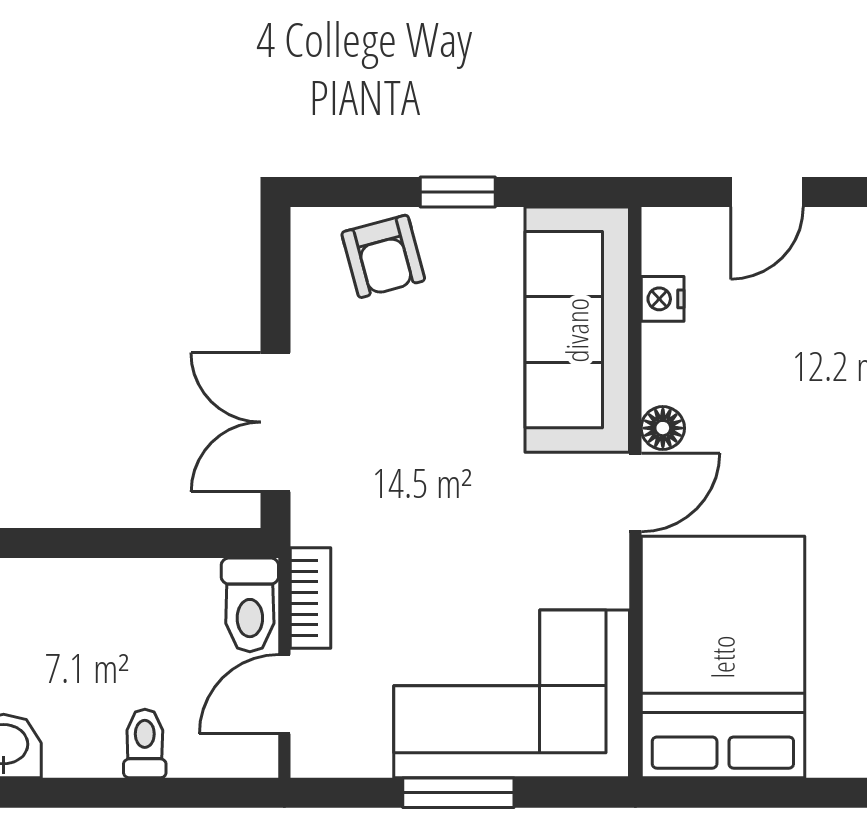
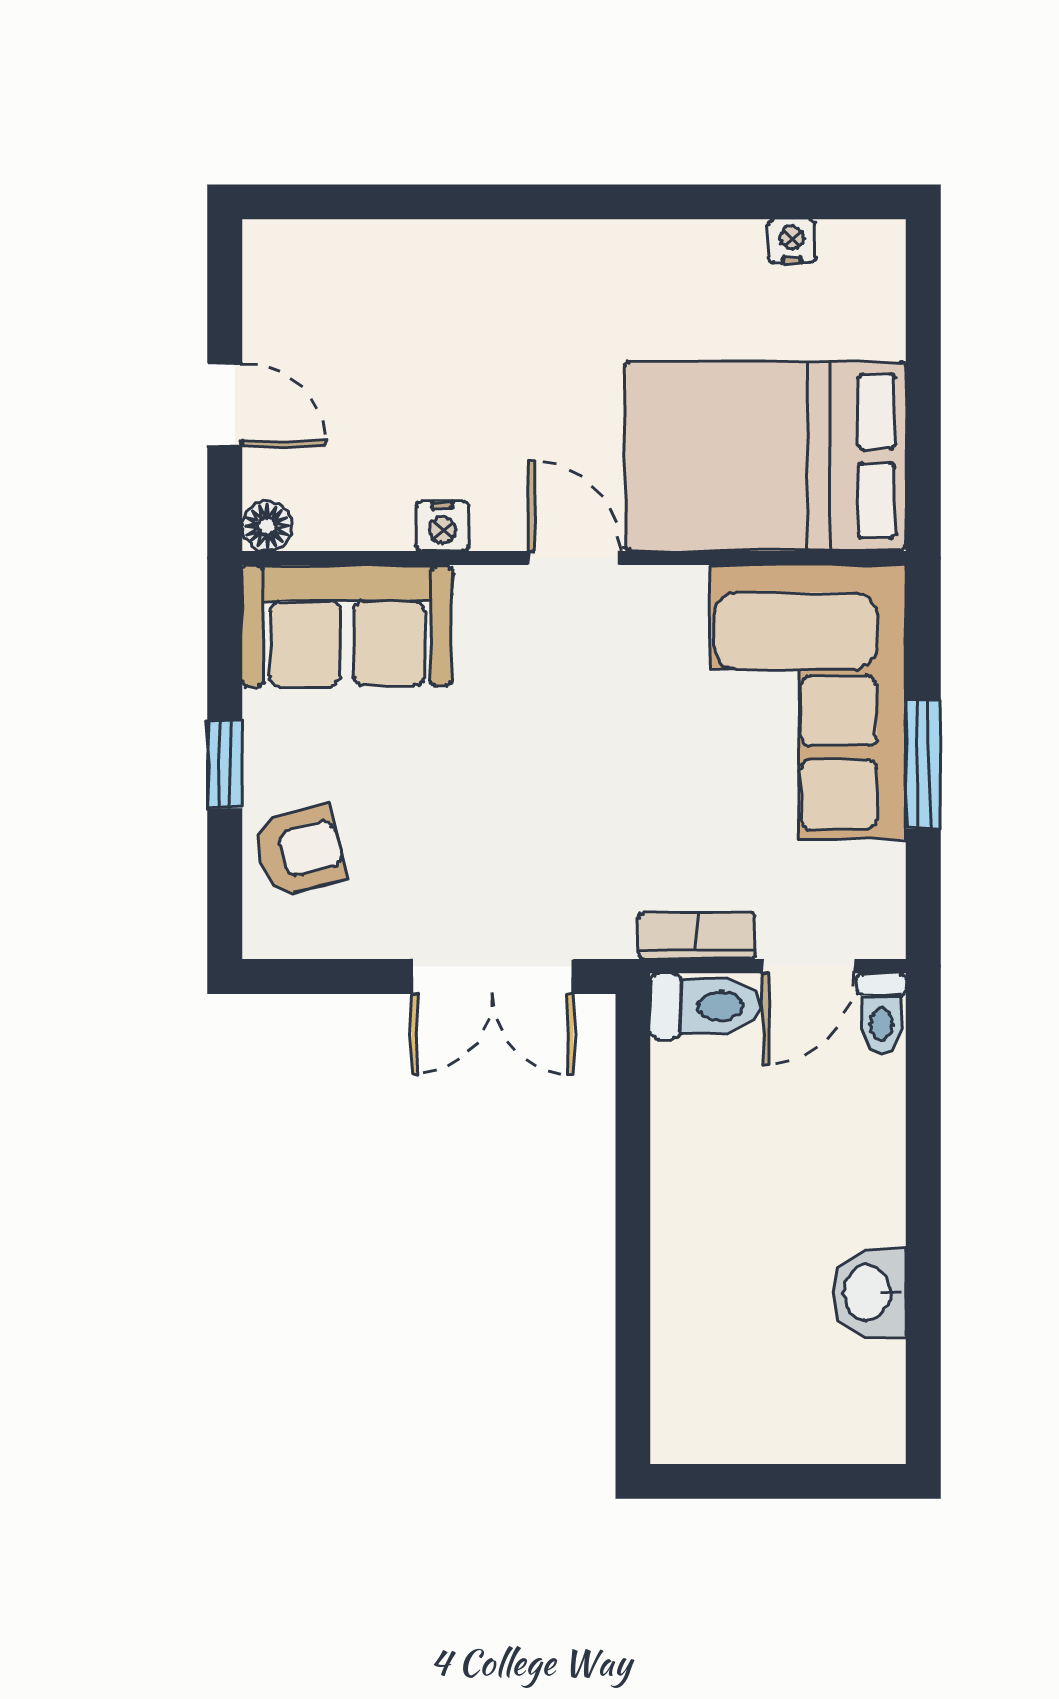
nightstand: (663, 299) -> (442, 526), moved
sofa: (577, 330) -> (347, 626), width x0.73
floor lamp: (663, 428) -> (267, 526), moved
door: (284, 694) -> (809, 966), hinge flipped
toilet: (145, 744) -> (881, 1013), moved, turned -90

